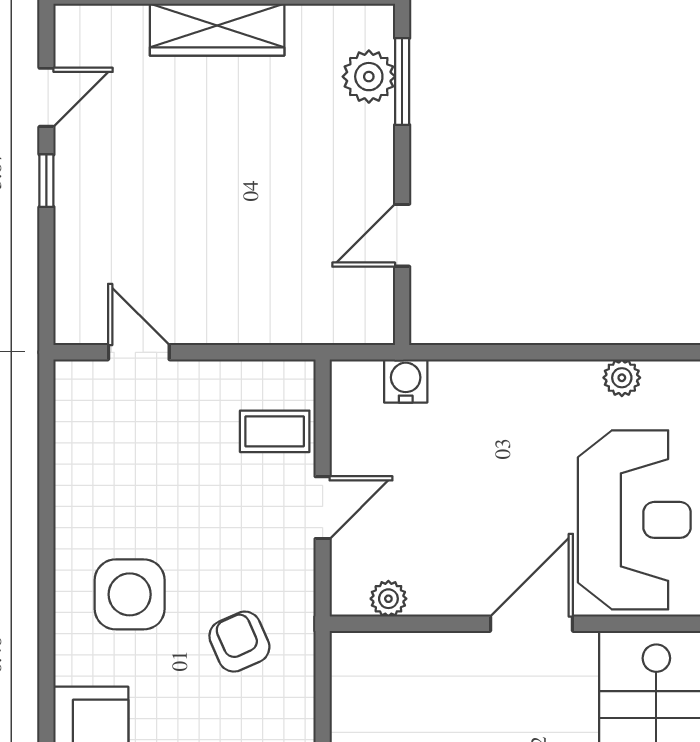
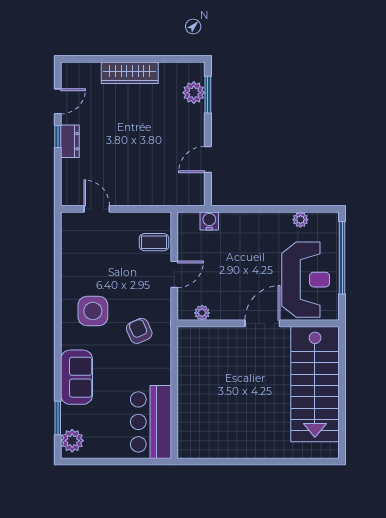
dresser: (75, 192) -> (70, 141), added

